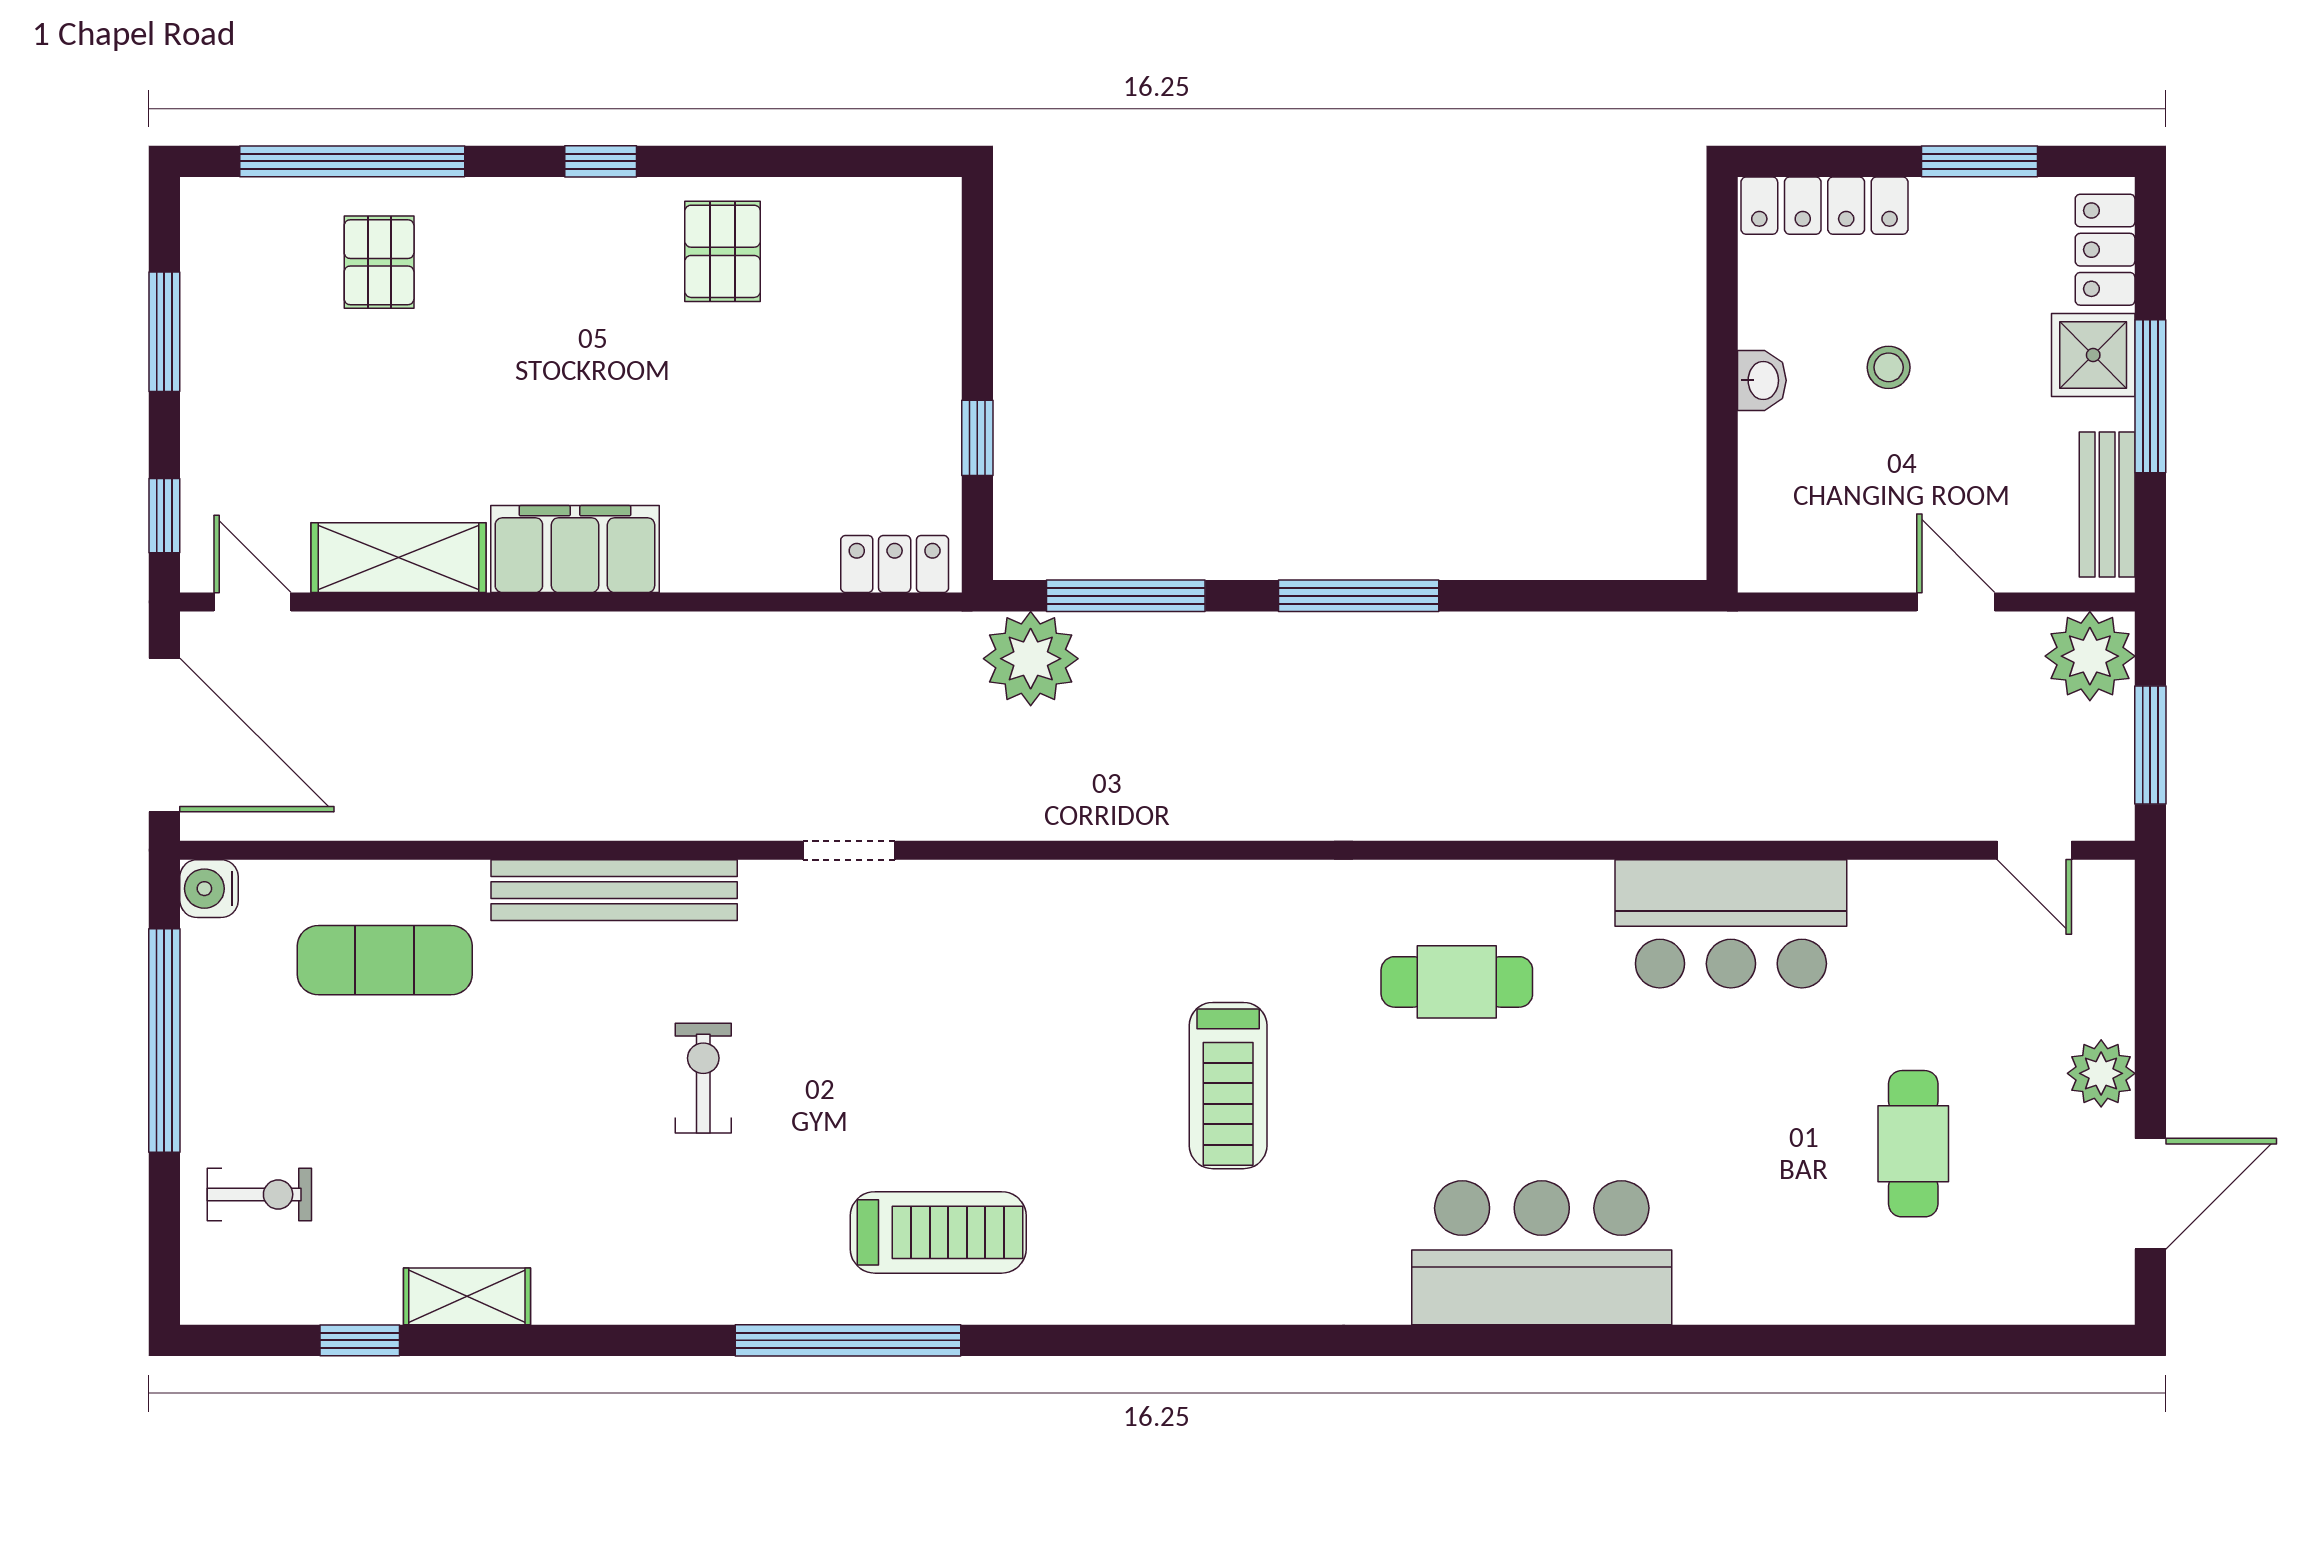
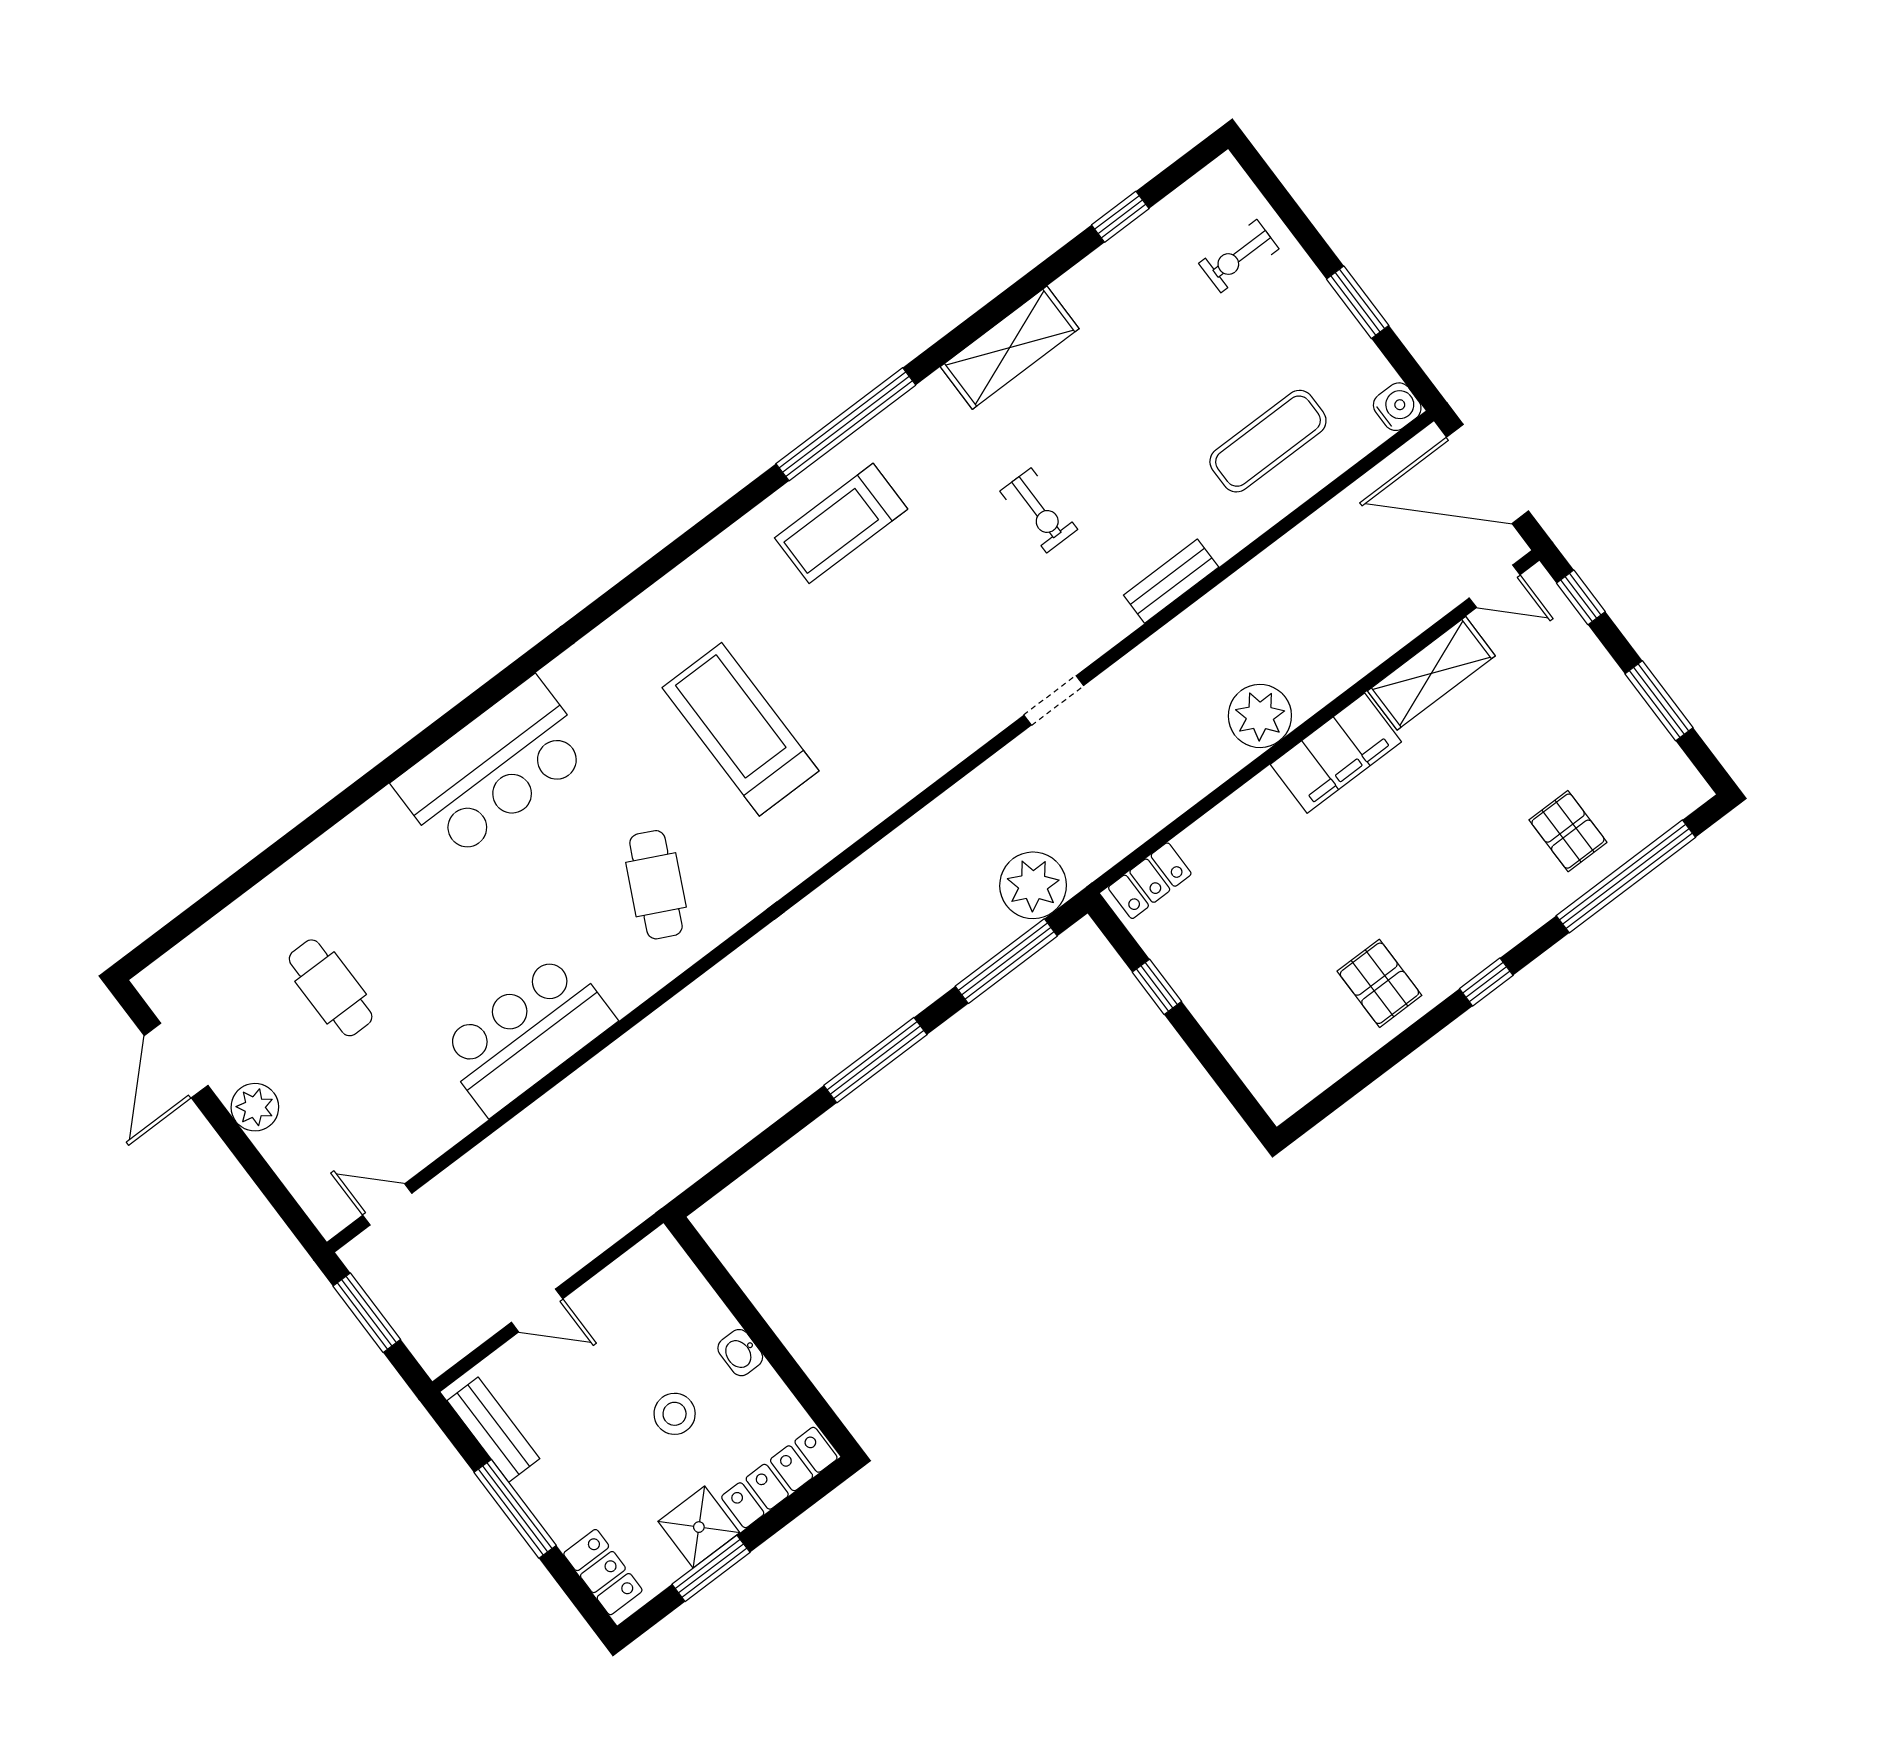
shower: (2093, 355) -> (699, 1527), moved
stool: (1889, 367) -> (675, 1414), width x1.37, depth x1.37
plant: (2090, 656) -> (1260, 716), moved
bench: (614, 890) -> (1171, 581), width x0.54, depth x0.82
cafe table: (1457, 982) -> (656, 885), turned -64
window: (164, 1041) -> (1358, 302), width x0.47
treadmill: (1228, 1086) -> (740, 729), width x1.37, depth x1.38
shelving: (467, 1296) -> (1010, 348), moved, width x1.50, depth x1.33

